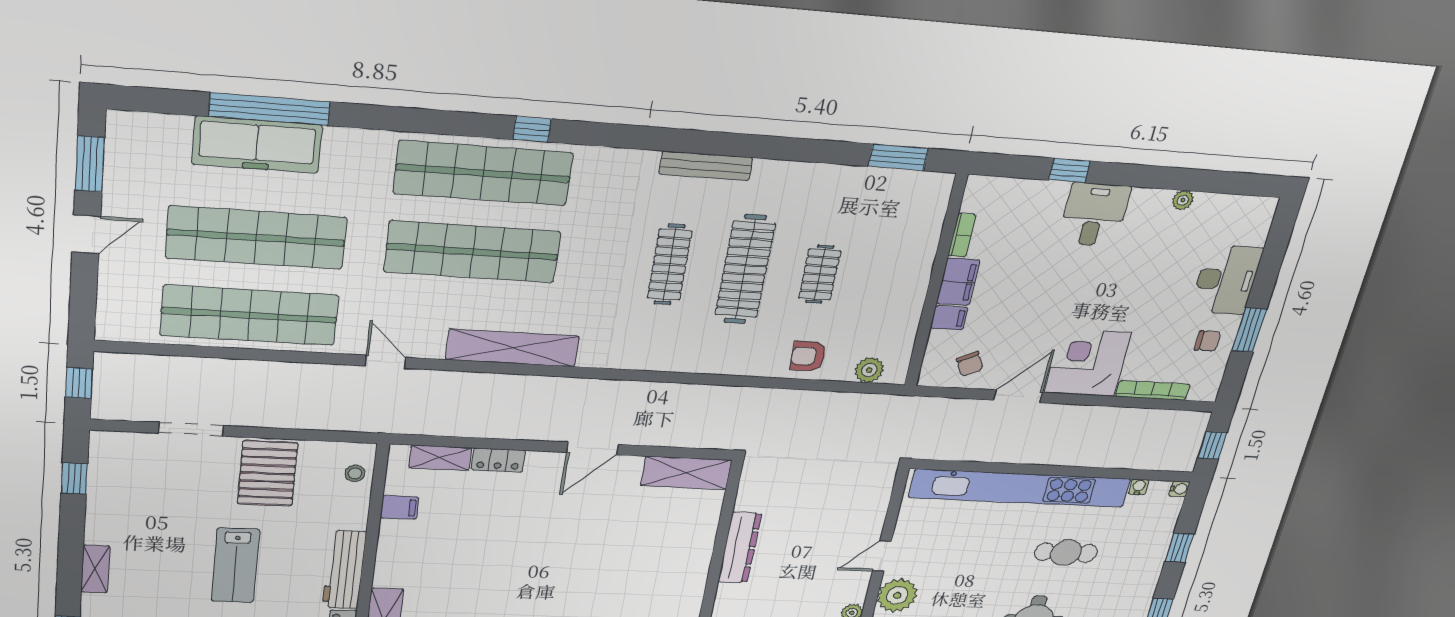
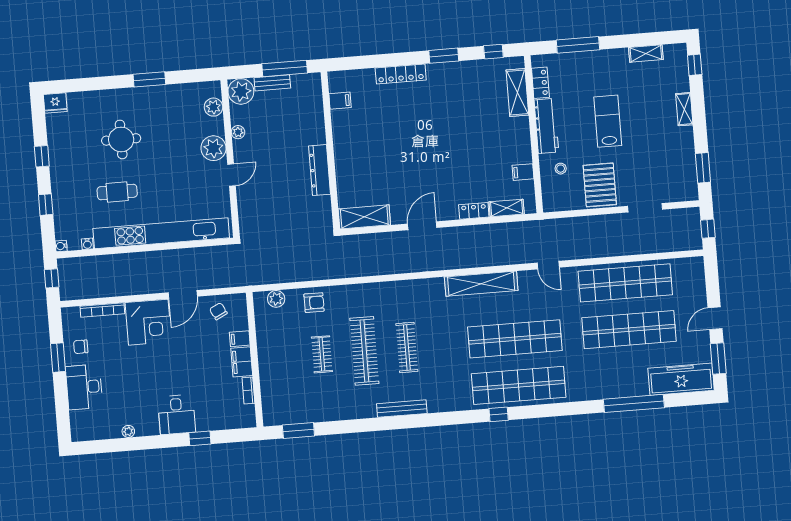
freezer: (257, 145) -> (681, 379), moved
stool: (355, 473) -> (561, 169), moved
window: (74, 478) -> (703, 168), width x1.50

